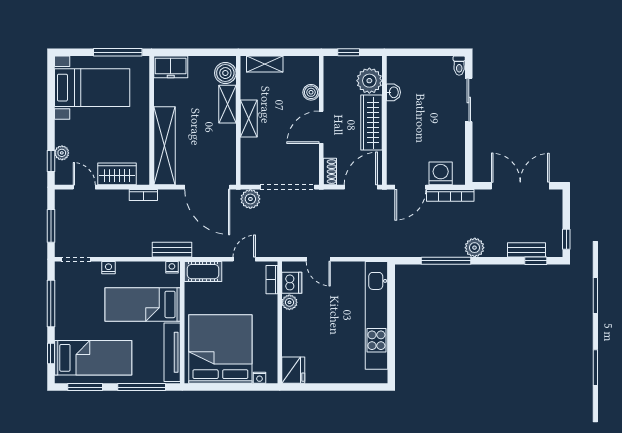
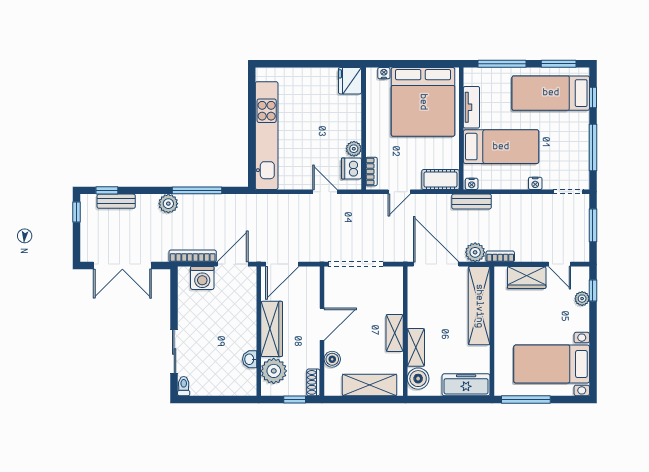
shelving: (265, 64) -> (370, 385), width x1.50, depth x1.33
freezer: (171, 67) -> (466, 385), width x1.40
shoe rack: (330, 172) -> (313, 382), moved
plant: (250, 199) -> (475, 252), moved
tv unit: (172, 352) -> (471, 107), width x0.71

